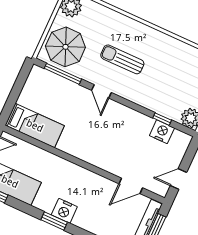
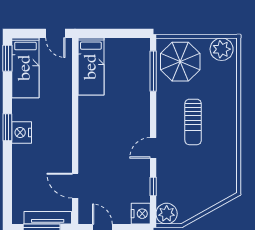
sun lounger: (122, 59) -> (193, 122), turned 180
door: (101, 91) -> (153, 148), moved
nightstand: (162, 132) -> (141, 214), moved

